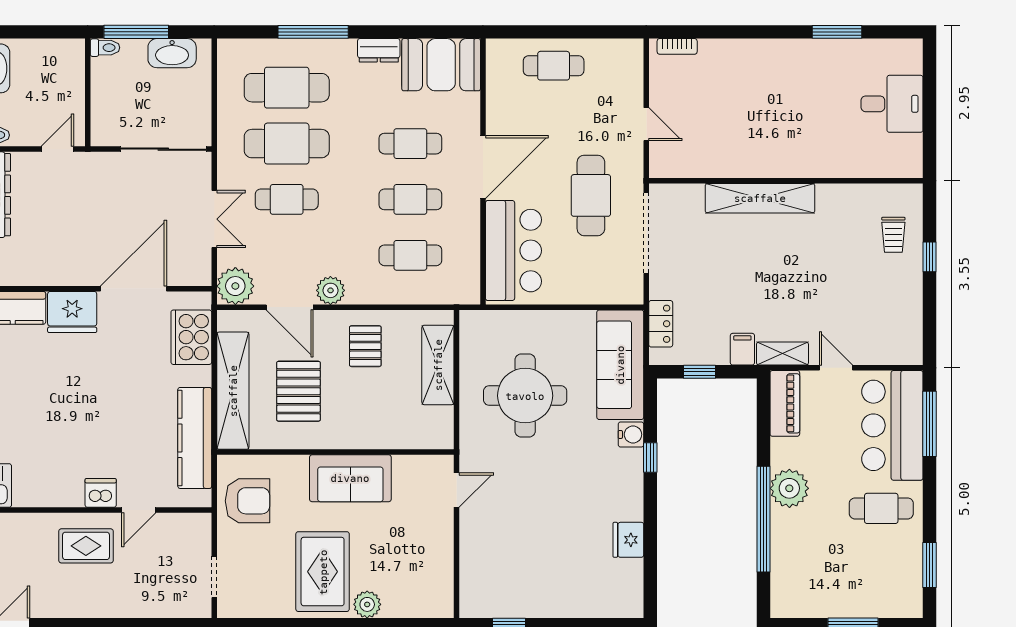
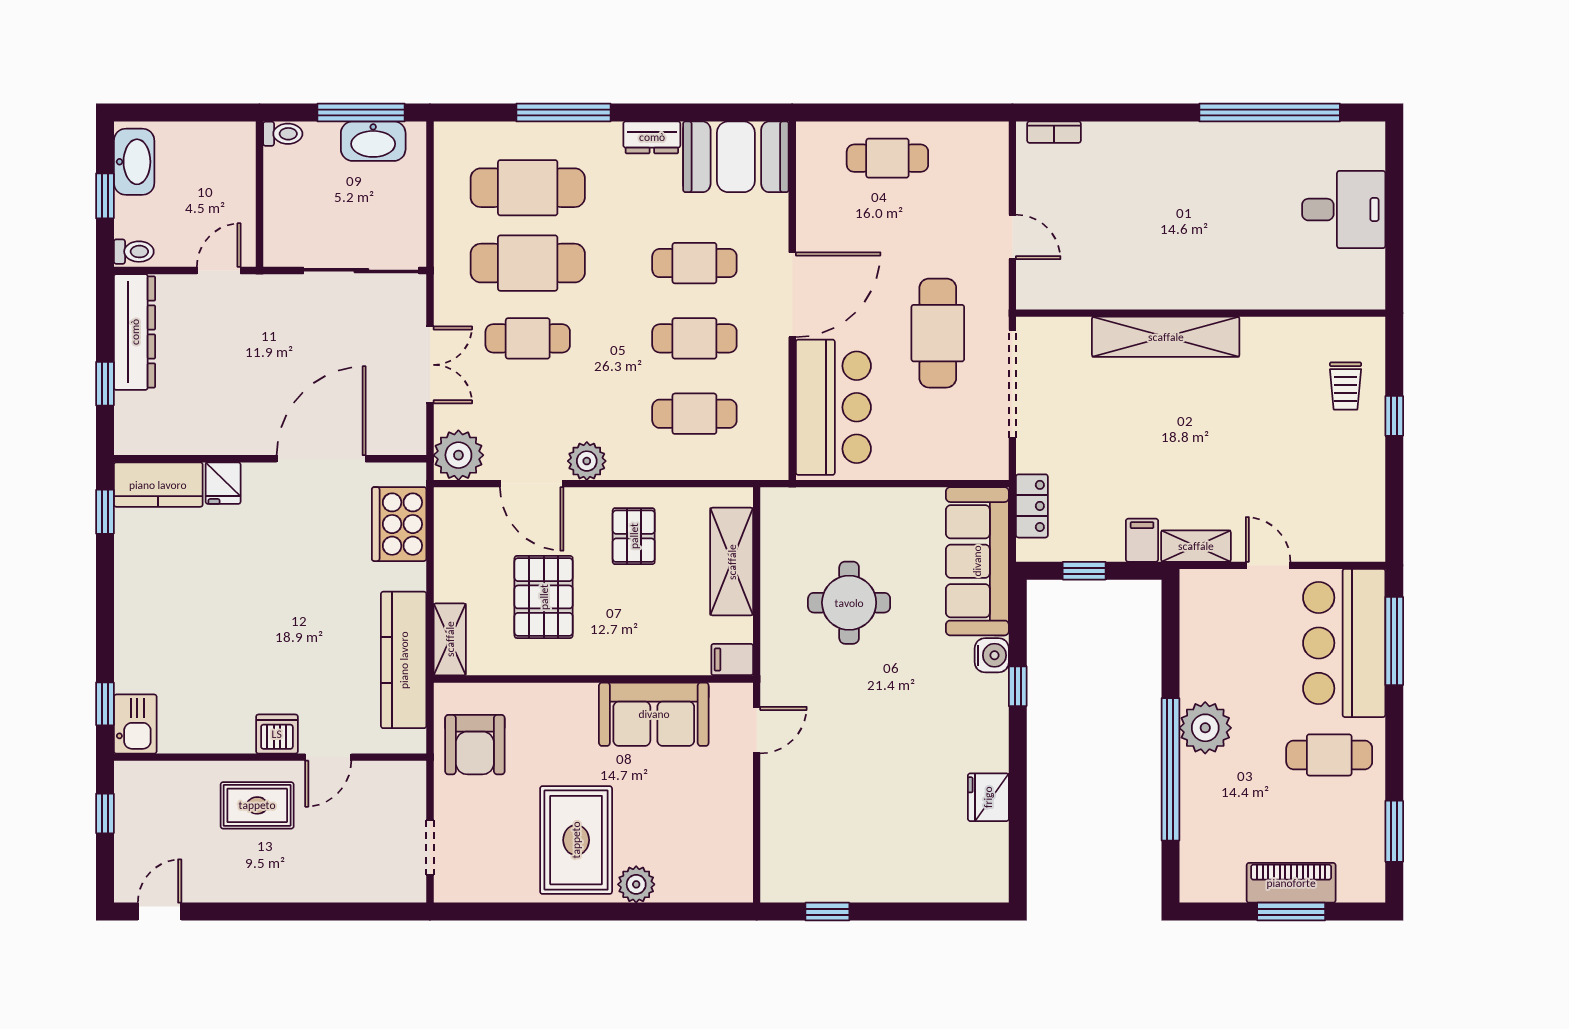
window: (136, 32) -> (361, 113), moved
window: (837, 32) -> (1270, 113), width x2.11
fridge: (72, 312) -> (223, 483), width x0.53, depth x0.75
shelving: (233, 391) -> (450, 639), width x0.45, depth x0.75
round table: (525, 396) -> (849, 603), width x0.73, depth x0.73
piano: (785, 403) -> (1291, 883), moved, turned -90
filing cabinet: (438, 438) -> (732, 660), added
sofa: (350, 478) -> (654, 714), moved
armchair: (248, 501) -> (475, 745), turned 90

